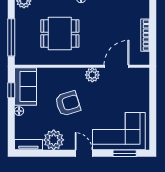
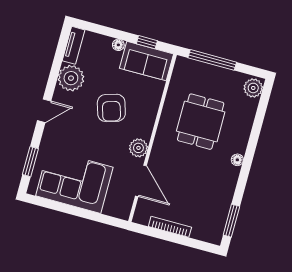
corner sofa: (119, 131) -> (74, 181), moved, turned -90

